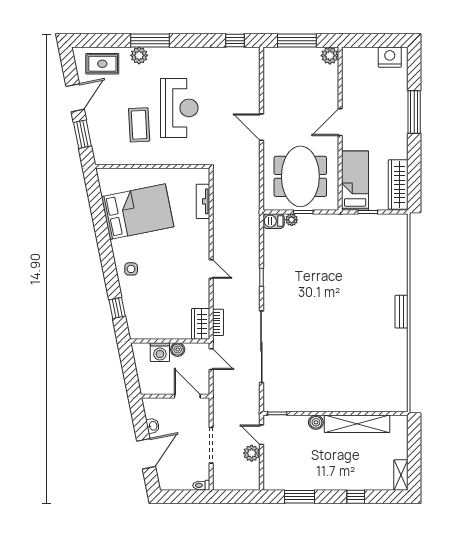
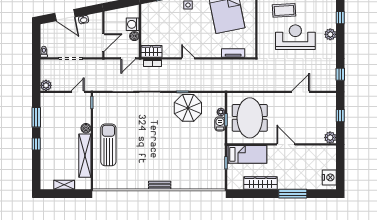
window: (150, 41) -> (340, 18), width x0.46
window: (297, 41) -> (340, 116), width x0.46
plant: (139, 55) -> (330, 34), moved
reception desk: (179, 108) -> (295, 37), turned 180
door: (261, 127) -> (301, 92), moved
meeting table: (300, 176) -> (250, 118), turned 90
wardrobe: (398, 185) -> (260, 183), moved
barbecue: (274, 221) -> (220, 124), moved
door: (211, 269) -> (188, 58), swing flipped
parasol: (285, 269) -> (188, 108), added
sun lounger: (341, 389) -> (108, 145), added
plant: (252, 453) -> (46, 85), moved
shelving: (401, 475) -> (64, 185), moved
window: (356, 497) -> (36, 144), moved

